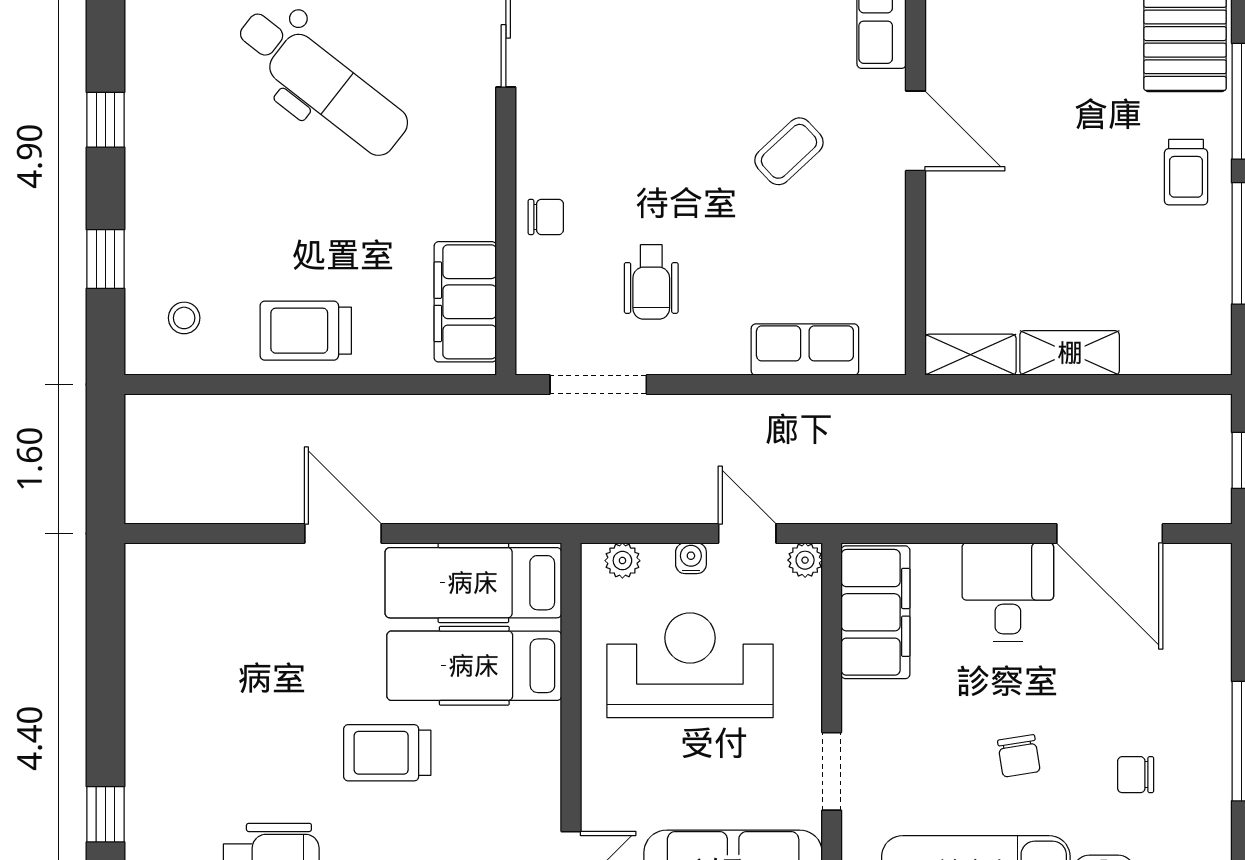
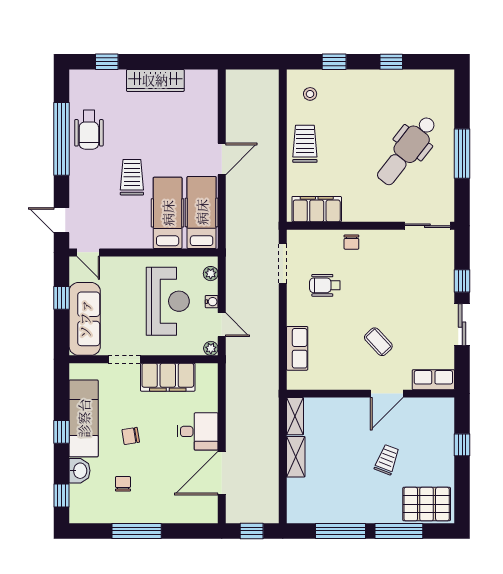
trolley: (1186, 172) -> (387, 460), moved, turned 111
door: (747, 534) -> (222, 325), hinge flipped
filing cabinet: (875, 612) -> (168, 377), moved
wardrobe: (151, 696) -> (155, 80), added

